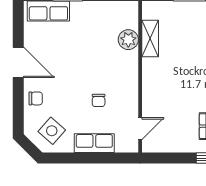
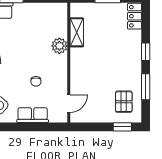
plant: (128, 40) -> (59, 46), moved

